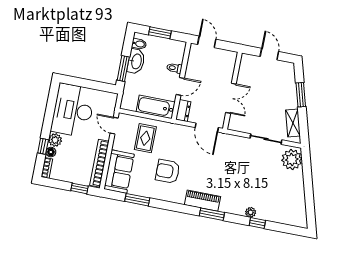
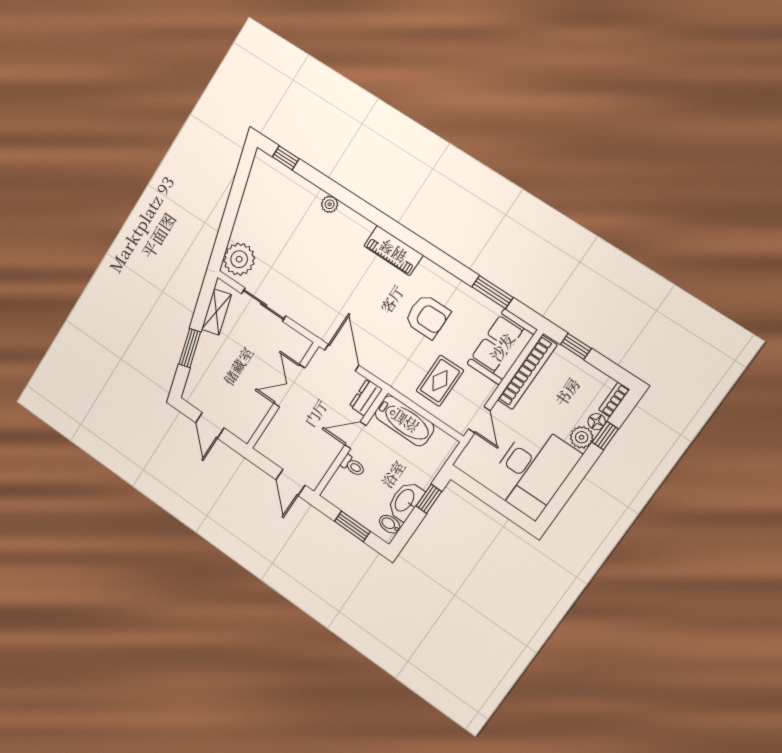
window: (123, 69) -> (429, 499), width x0.67
window: (212, 214) -> (388, 224), removed
window: (257, 223) -> (286, 158), moved

